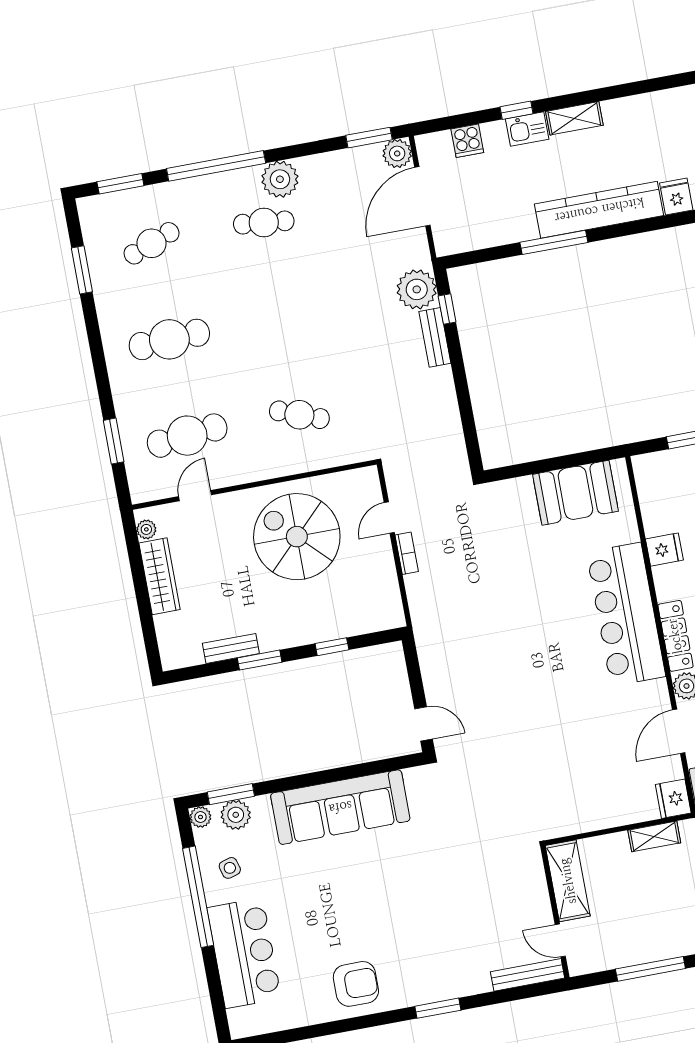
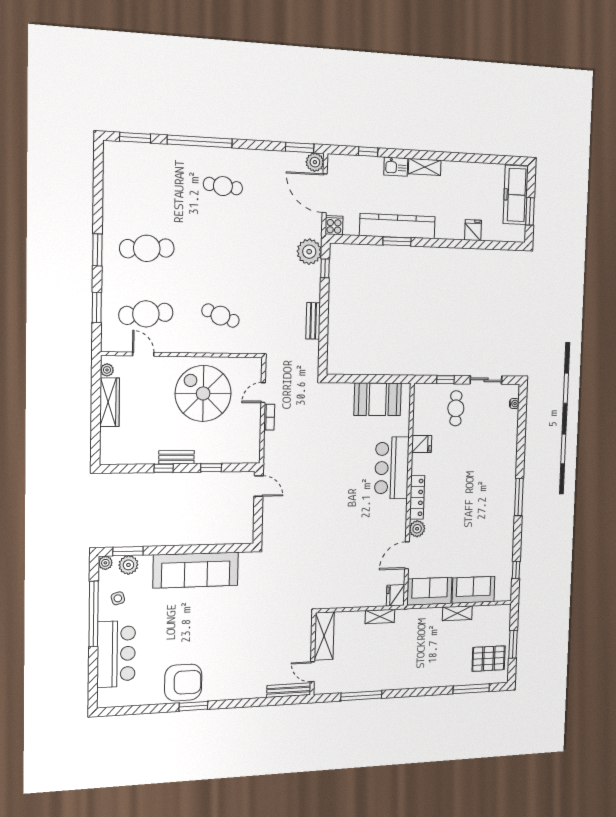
window: (517, 110) -> (368, 152), moved
cooker: (467, 141) -> (334, 225), moved, turned 180
plant: (280, 179) -> (239, 160), removed
door: (422, 196) -> (325, 193), hinge flipped
kitchen counter: (599, 210) -> (397, 226), moved
window: (554, 242) -> (397, 241), width x0.69
cafe table: (152, 243) -> (148, 182), removed
window: (82, 270) -> (97, 250), moved
bench: (435, 337) -> (313, 321), moved
door: (195, 496) -> (143, 354), hinge flipped
bar counter: (626, 614) -> (392, 468), width x0.73
bench: (231, 648) -> (176, 457), moved
window: (260, 660) -> (164, 468), width x0.67
door: (424, 724) -> (259, 486), moved
armchair: (356, 984) -> (183, 683), width x1.36, depth x1.36
window: (438, 1008) -> (193, 706), moved

